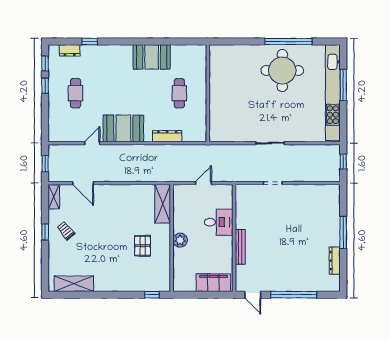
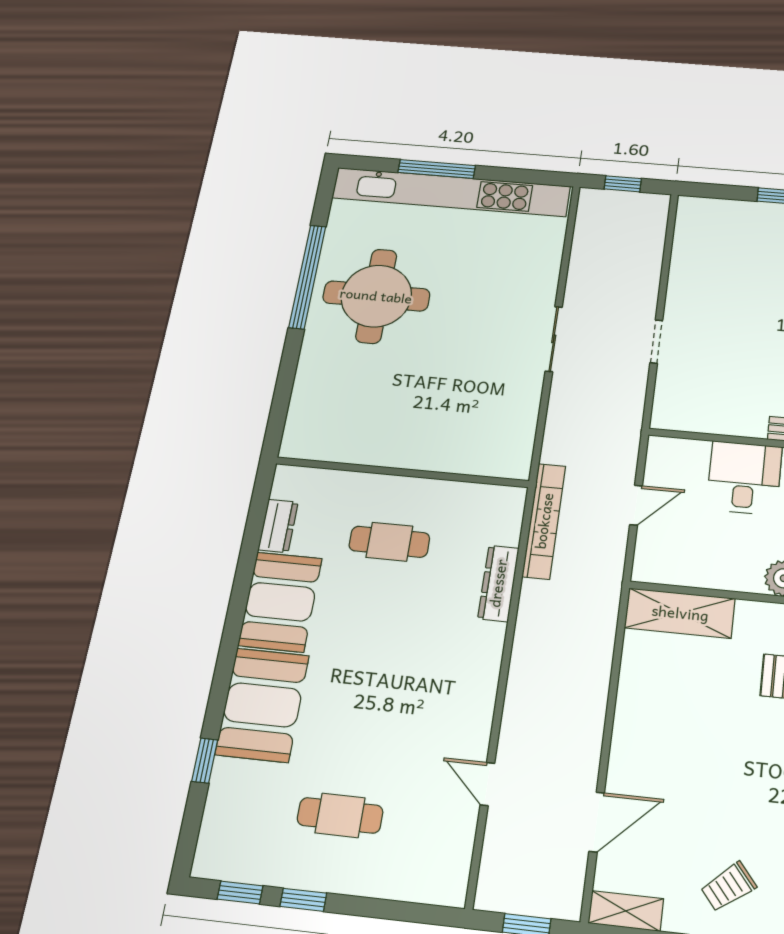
dresser: (70, 50) -> (278, 526), moved
booth: (123, 128) -> (262, 705), moved
bookcase: (194, 150) -> (544, 521), added
door: (203, 183) -> (636, 505), swing flipped

